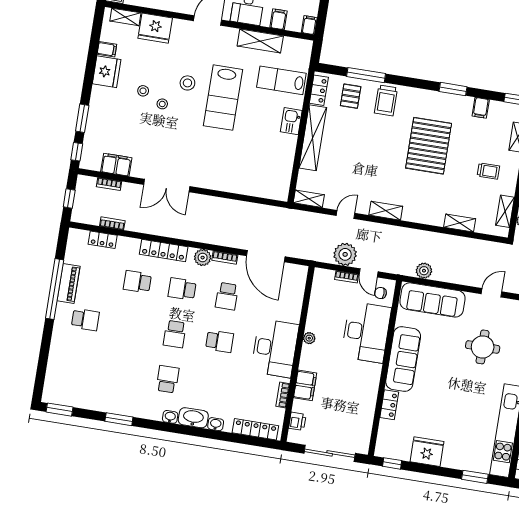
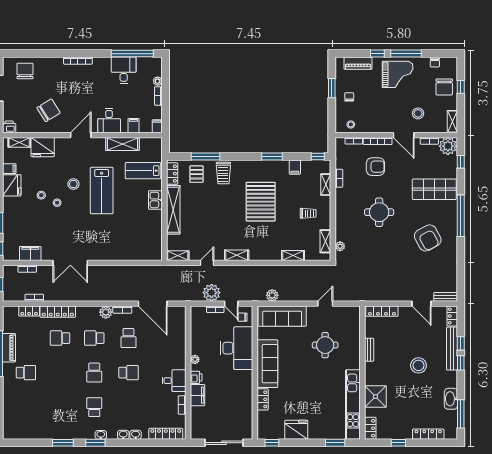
locker: (164, 250) -> (58, 312), moved
desk: (275, 348) -> (174, 381), width x0.53, depth x0.77
window: (60, 410) -> (95, 443), moved
washbasin: (193, 418) -> (123, 435), width x0.52, depth x0.69
printer: (297, 421) -> (196, 377), moved

